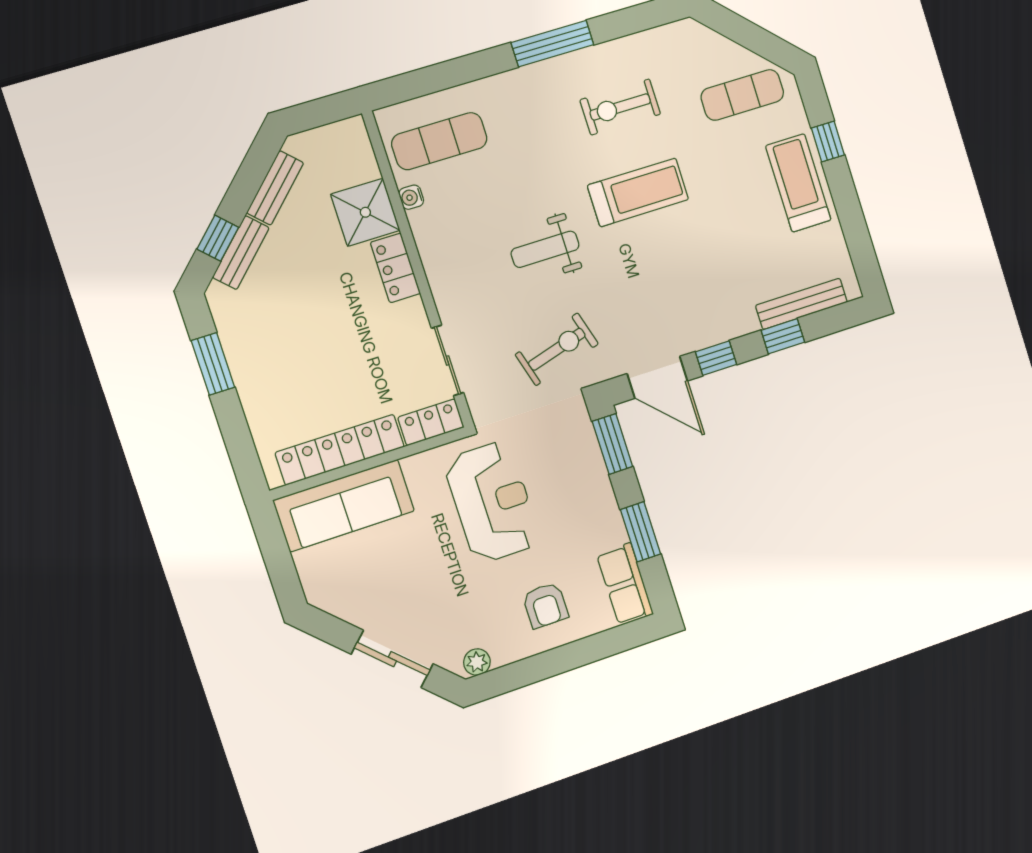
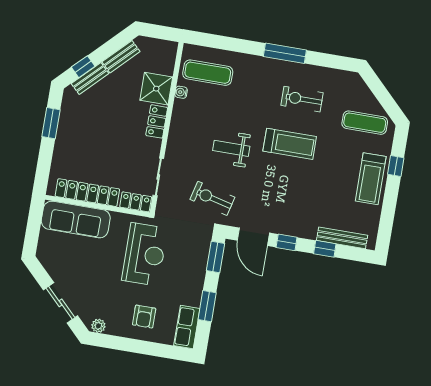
treadmill: (798, 183) -> (371, 179), turned 180
exercise bike: (557, 349) -> (212, 198), turned -150

